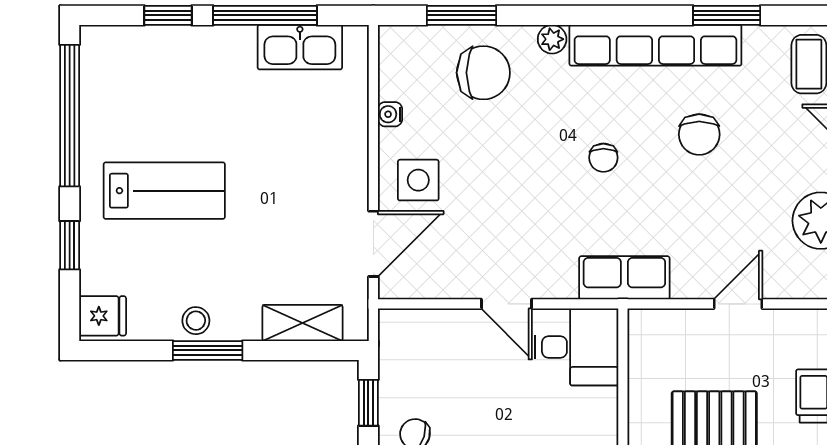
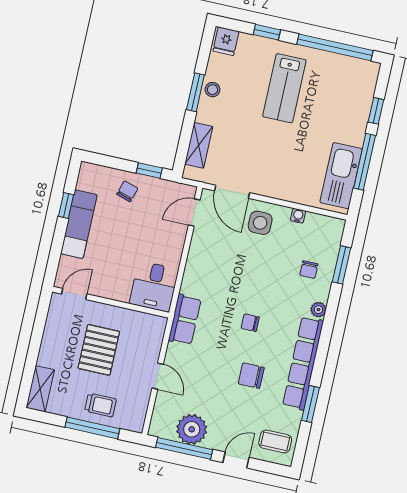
kitchen sink: (300, 47) -> (341, 176), width x1.36, depth x1.24
chair: (483, 73) -> (309, 270), width x0.54, depth x0.54
door: (507, 304) -> (194, 213), moved

